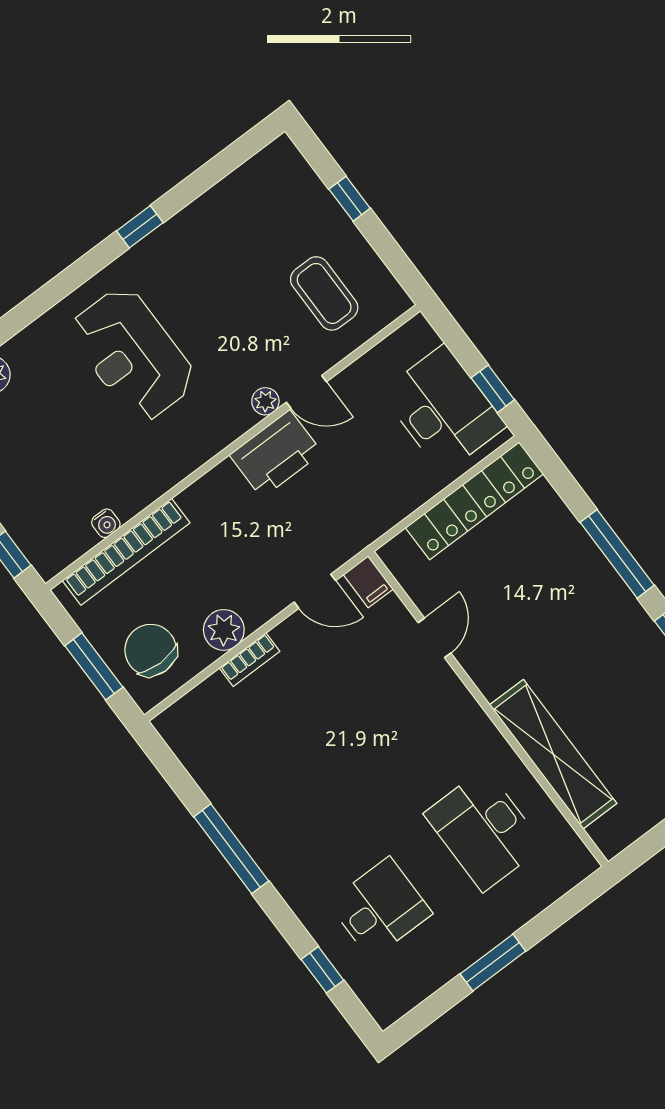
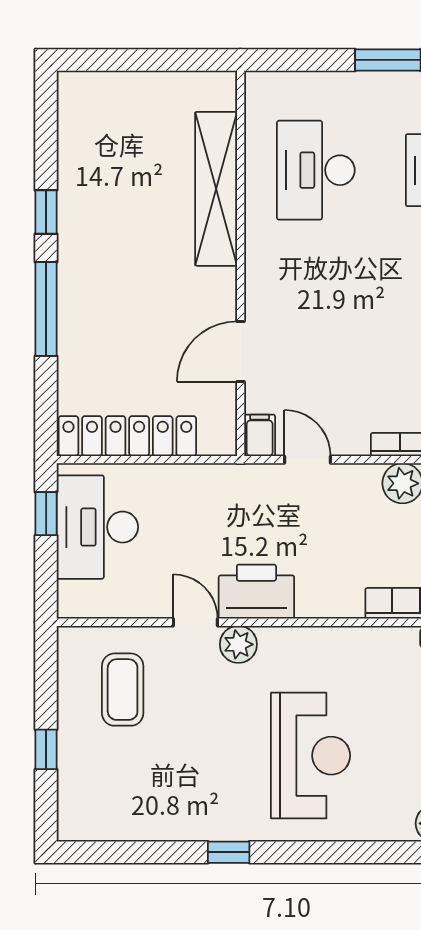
plant: (265, 401) -> (238, 644), width x1.38, depth x1.38
door: (435, 638) -> (241, 351), width x1.38
desk: (484, 830) -> (316, 170), turned 180

